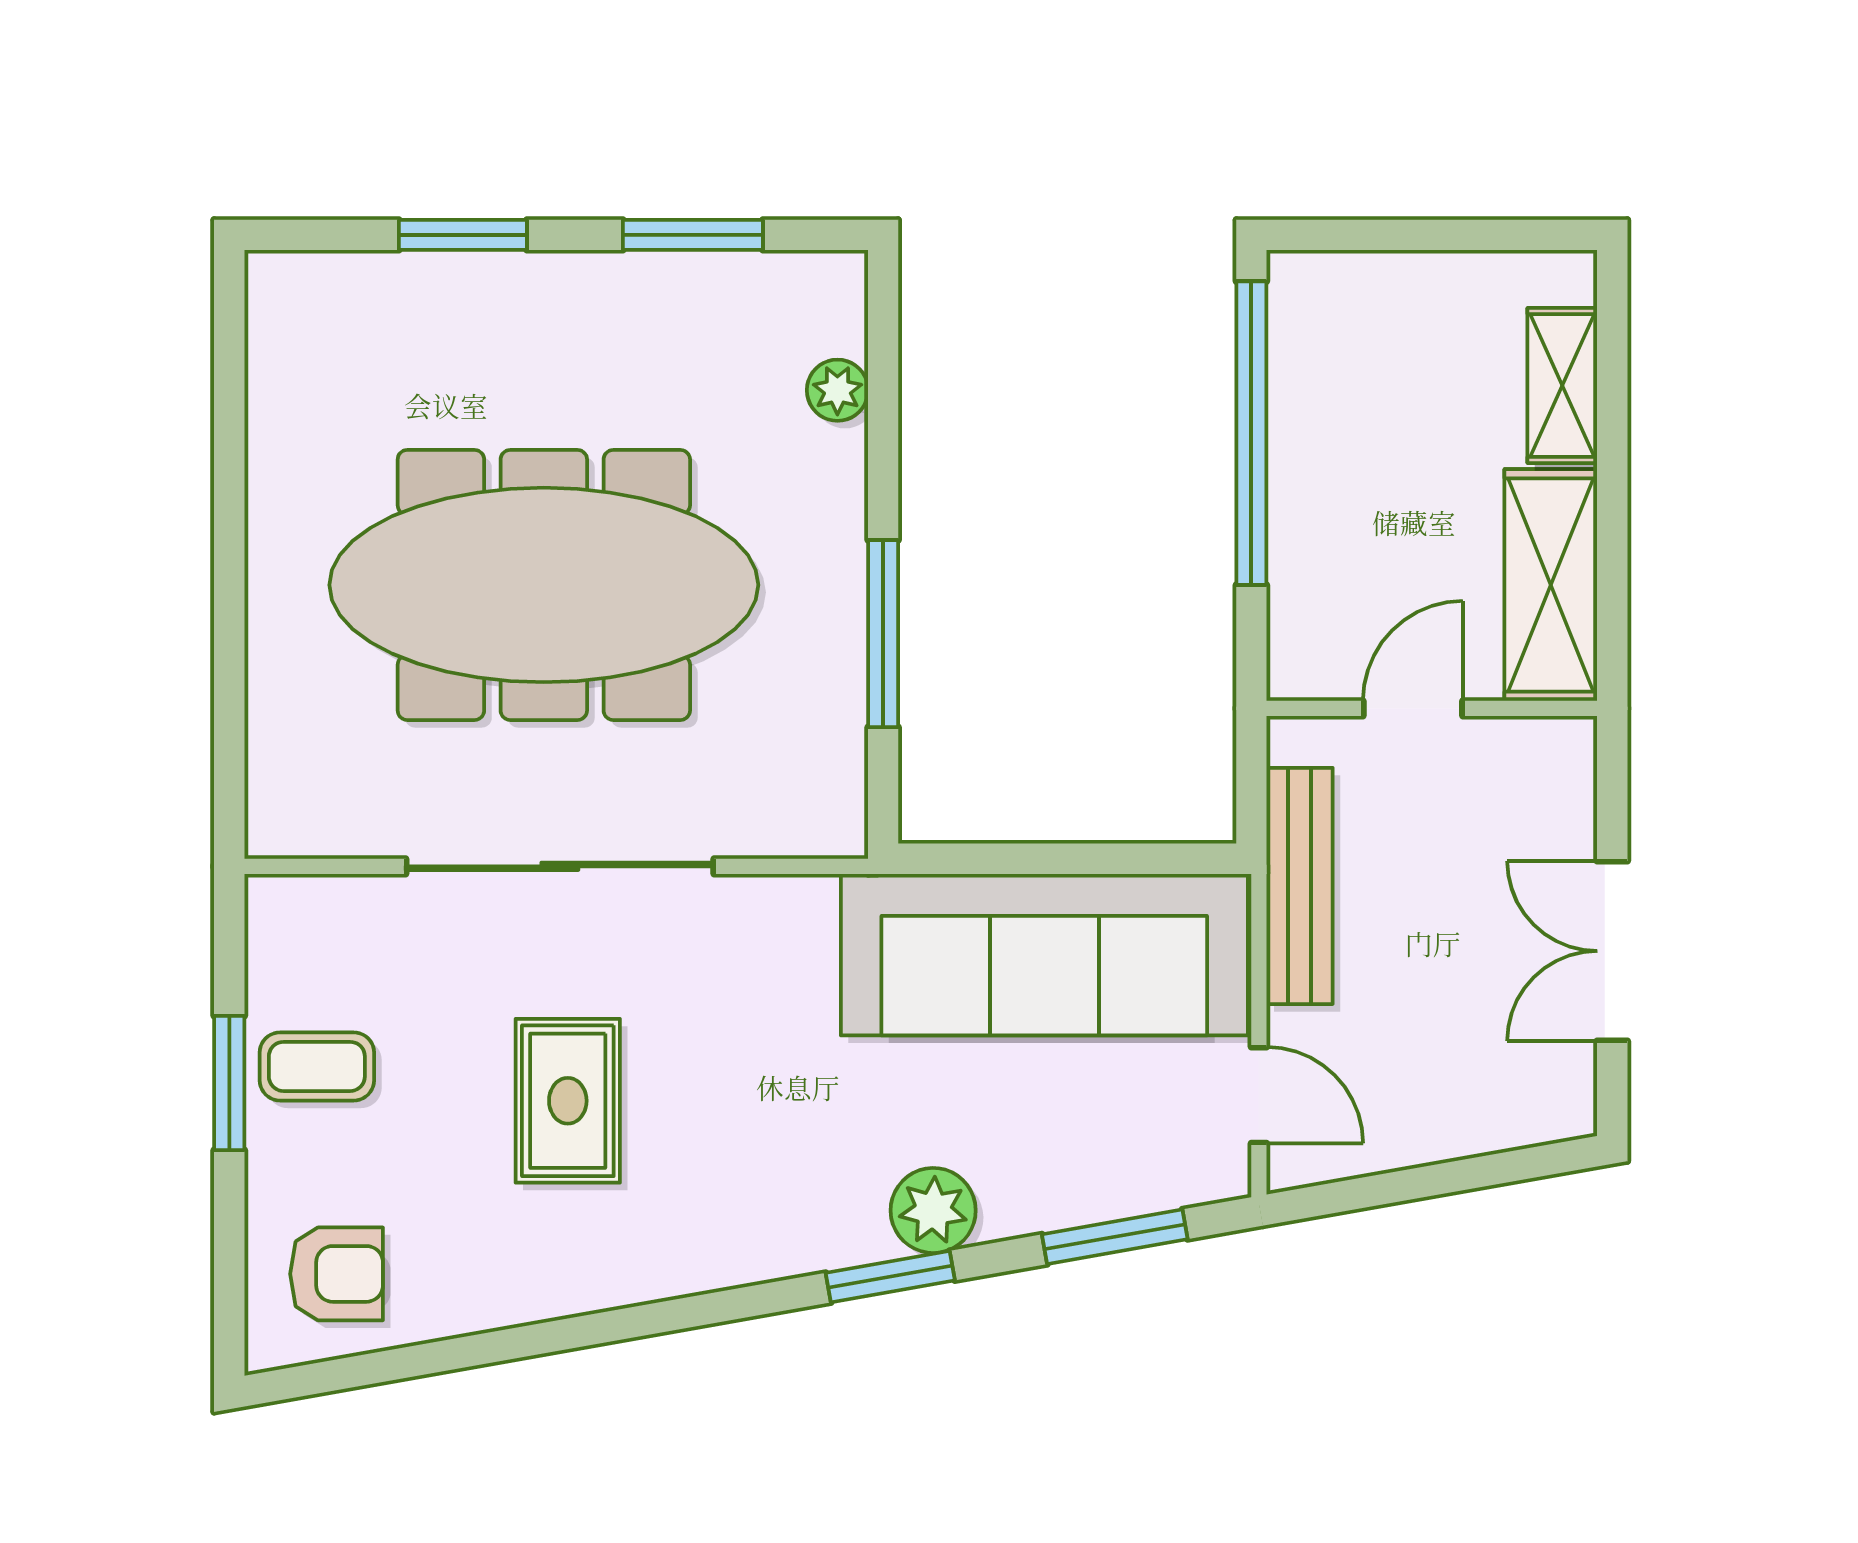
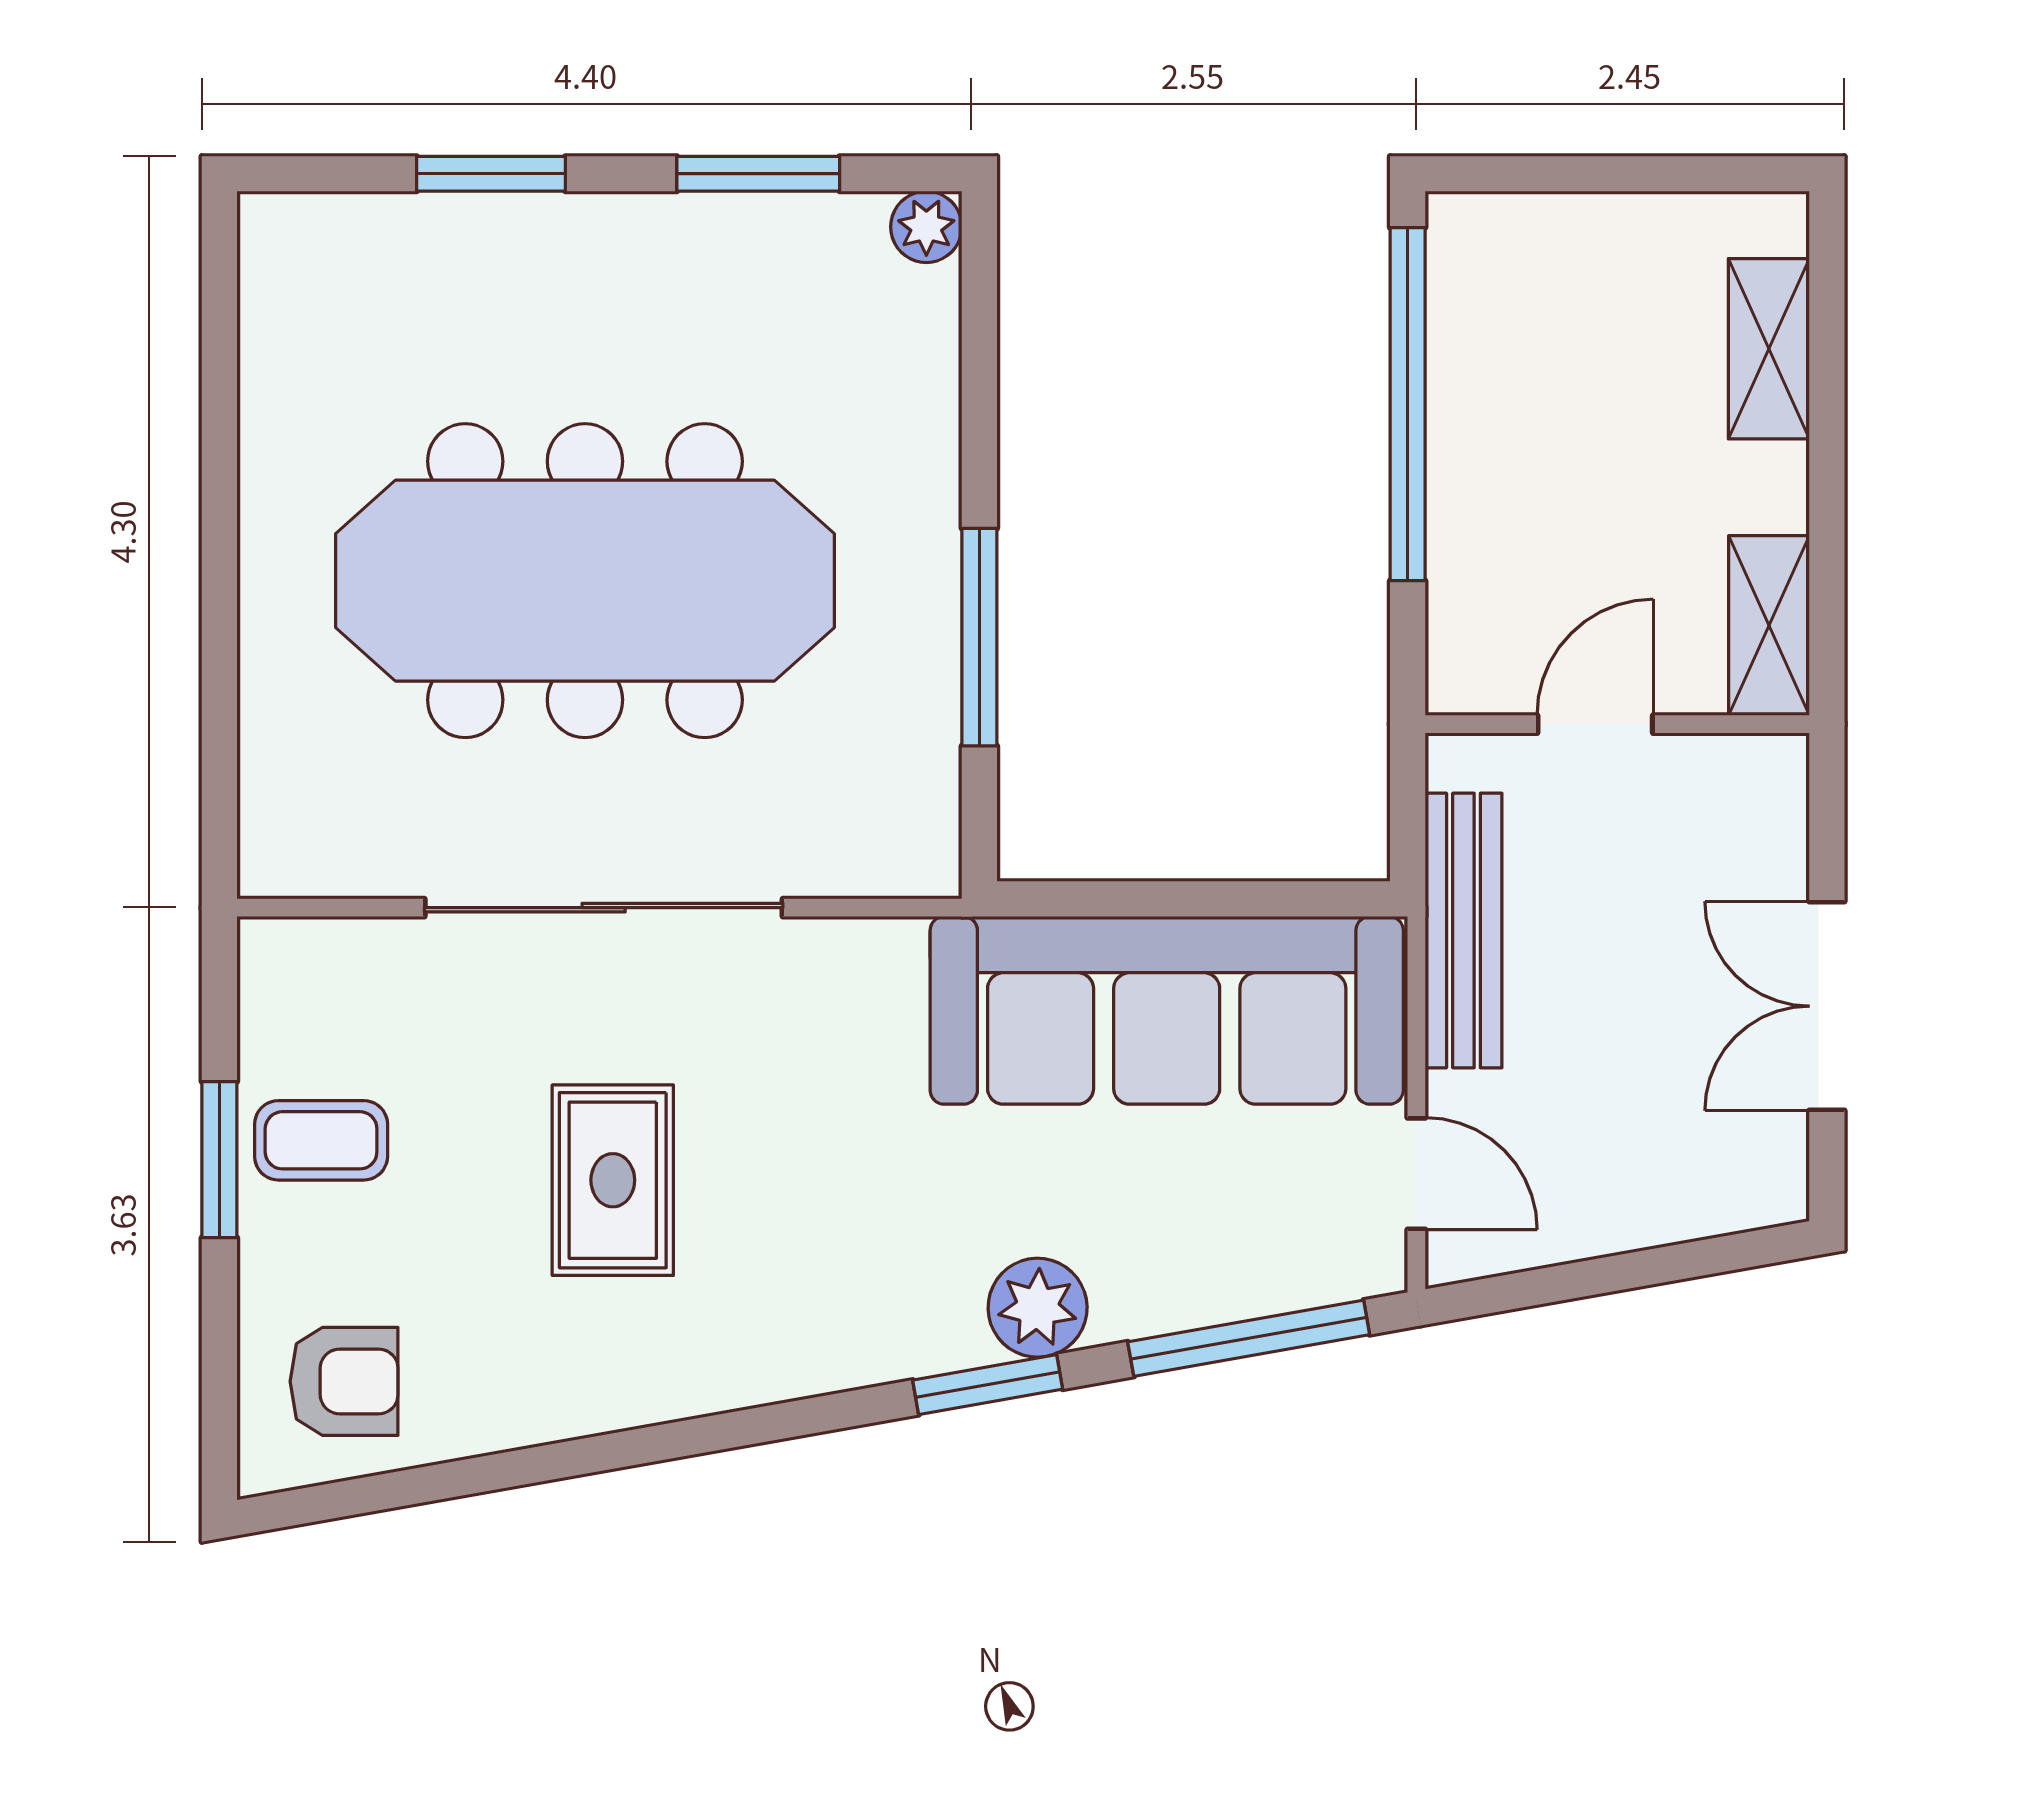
plant: (837, 390) -> (926, 227), moved
shelving: (1551, 585) -> (1769, 626), width x0.67, depth x0.75
window: (1115, 1237) -> (1249, 1338), width x1.44

